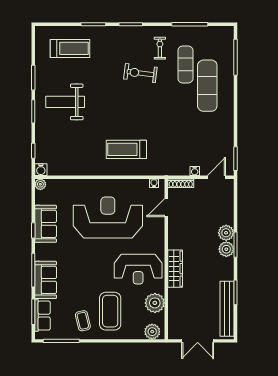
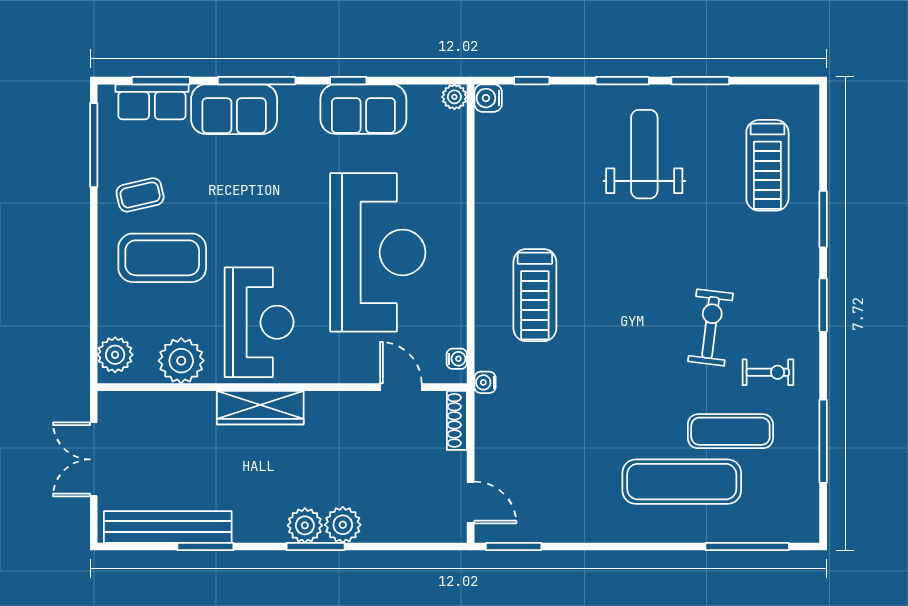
treadmill: (126, 149) -> (535, 295), turned 180
water cooler: (195, 171) -> (485, 382), moved
reception desk: (138, 269) -> (259, 322), turned 180

